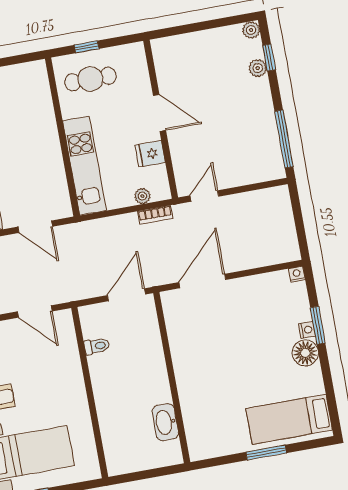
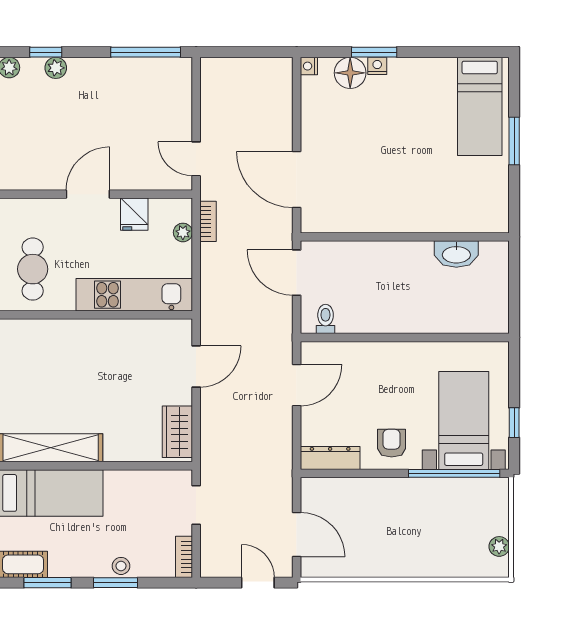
toilet: (97, 346) -> (326, 319), moved
floor lamp: (305, 353) -> (350, 73), moved

